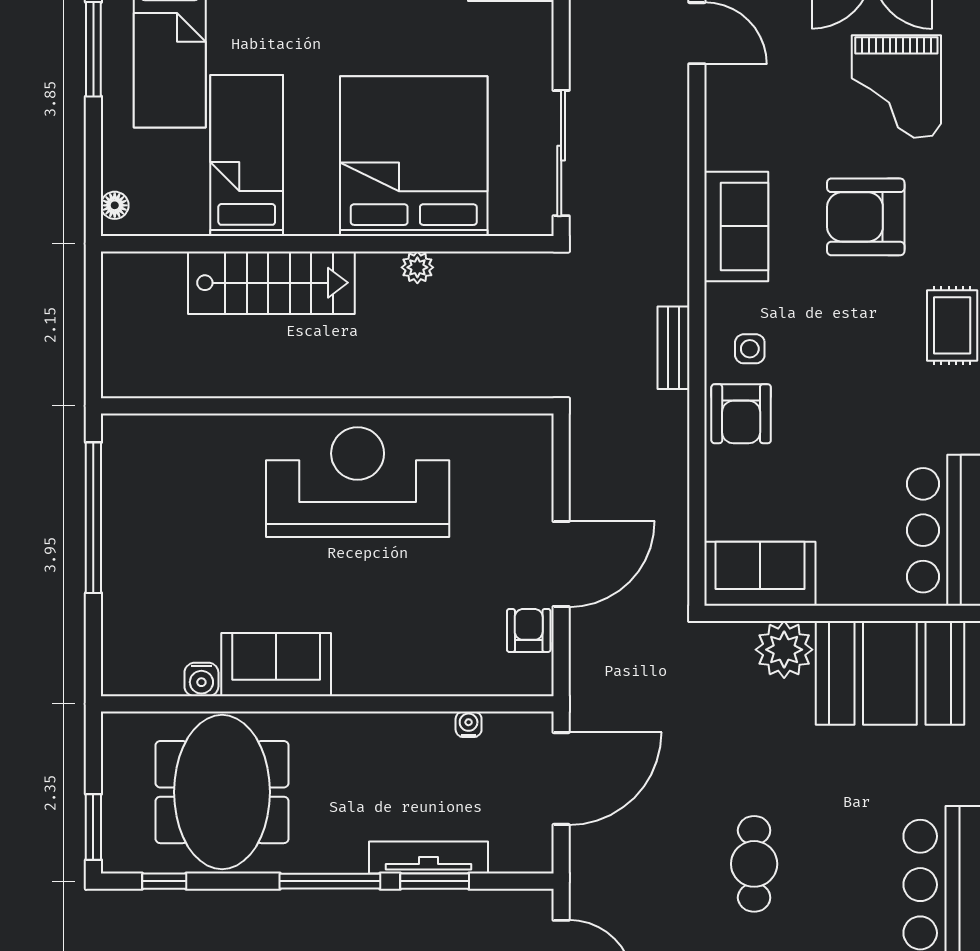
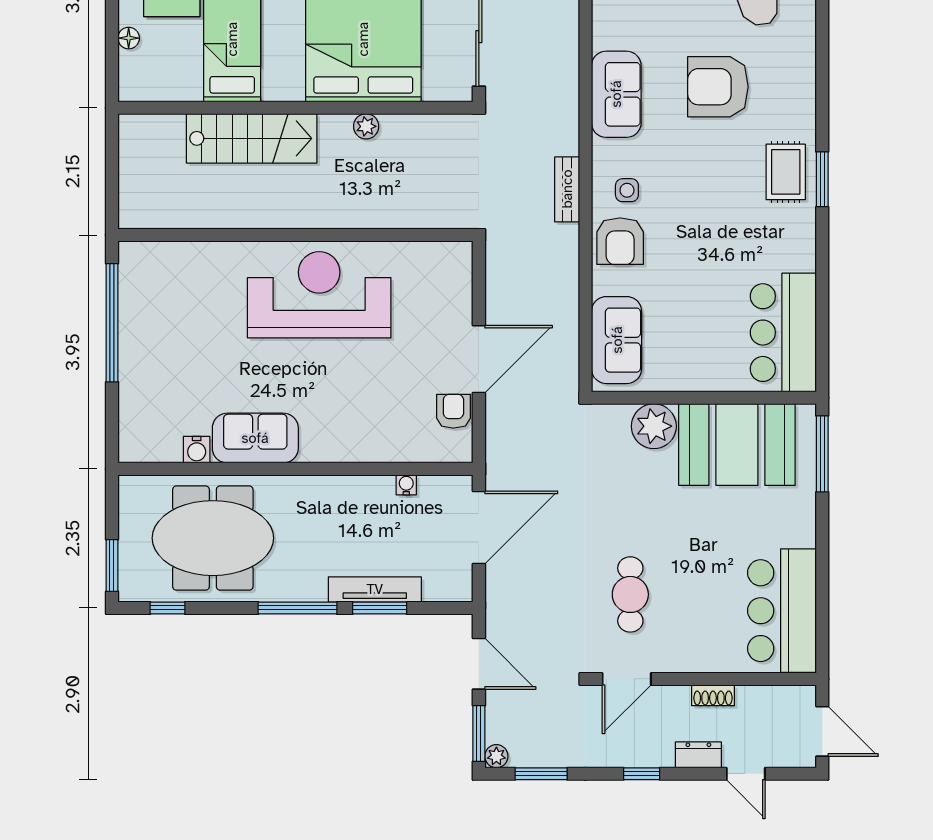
floor lamp: (115, 205) -> (129, 38), moved
sofa: (760, 574) -> (617, 340), moved, turned 90
meeting table: (222, 792) -> (213, 538), turned 90

